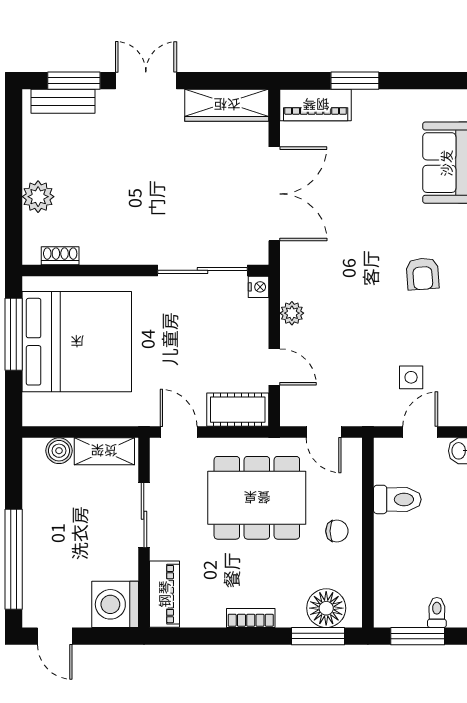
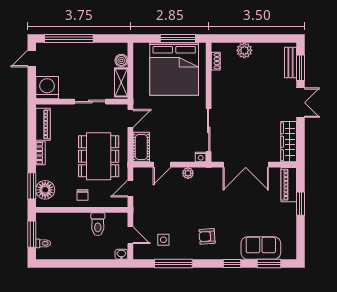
side table: (411, 377) -> (163, 240), moved
piano: (164, 594) -> (43, 124), moved, turned -90

